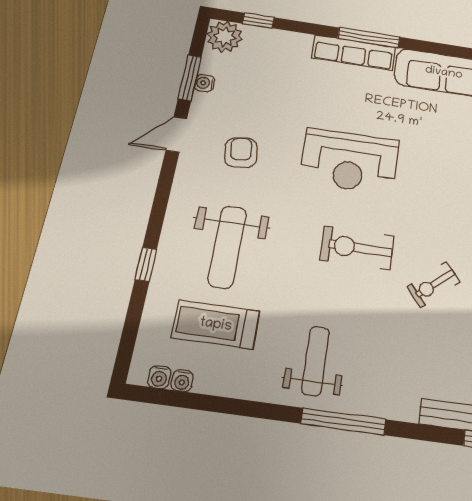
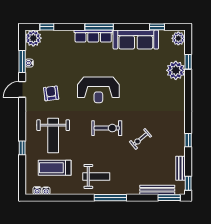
exercise bike: (357, 248) -> (107, 128), turned 180
weight bench: (316, 361) -> (96, 176), turned 90

